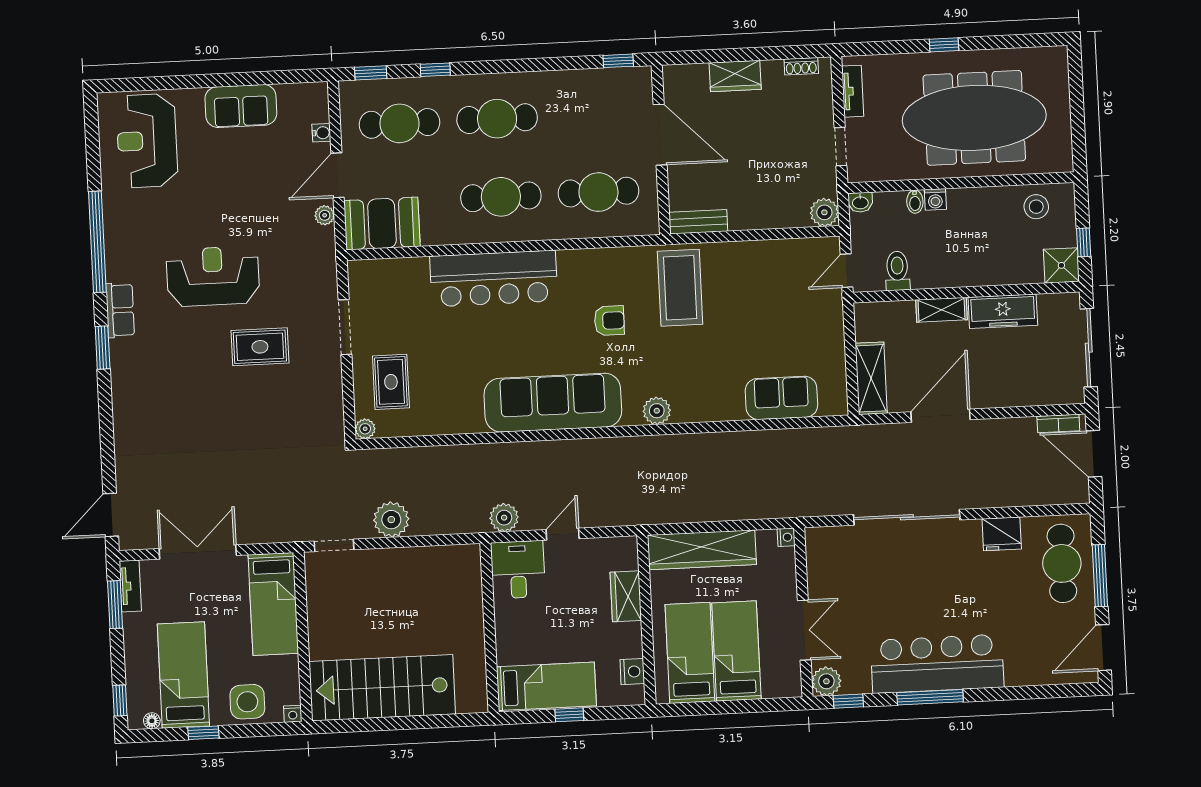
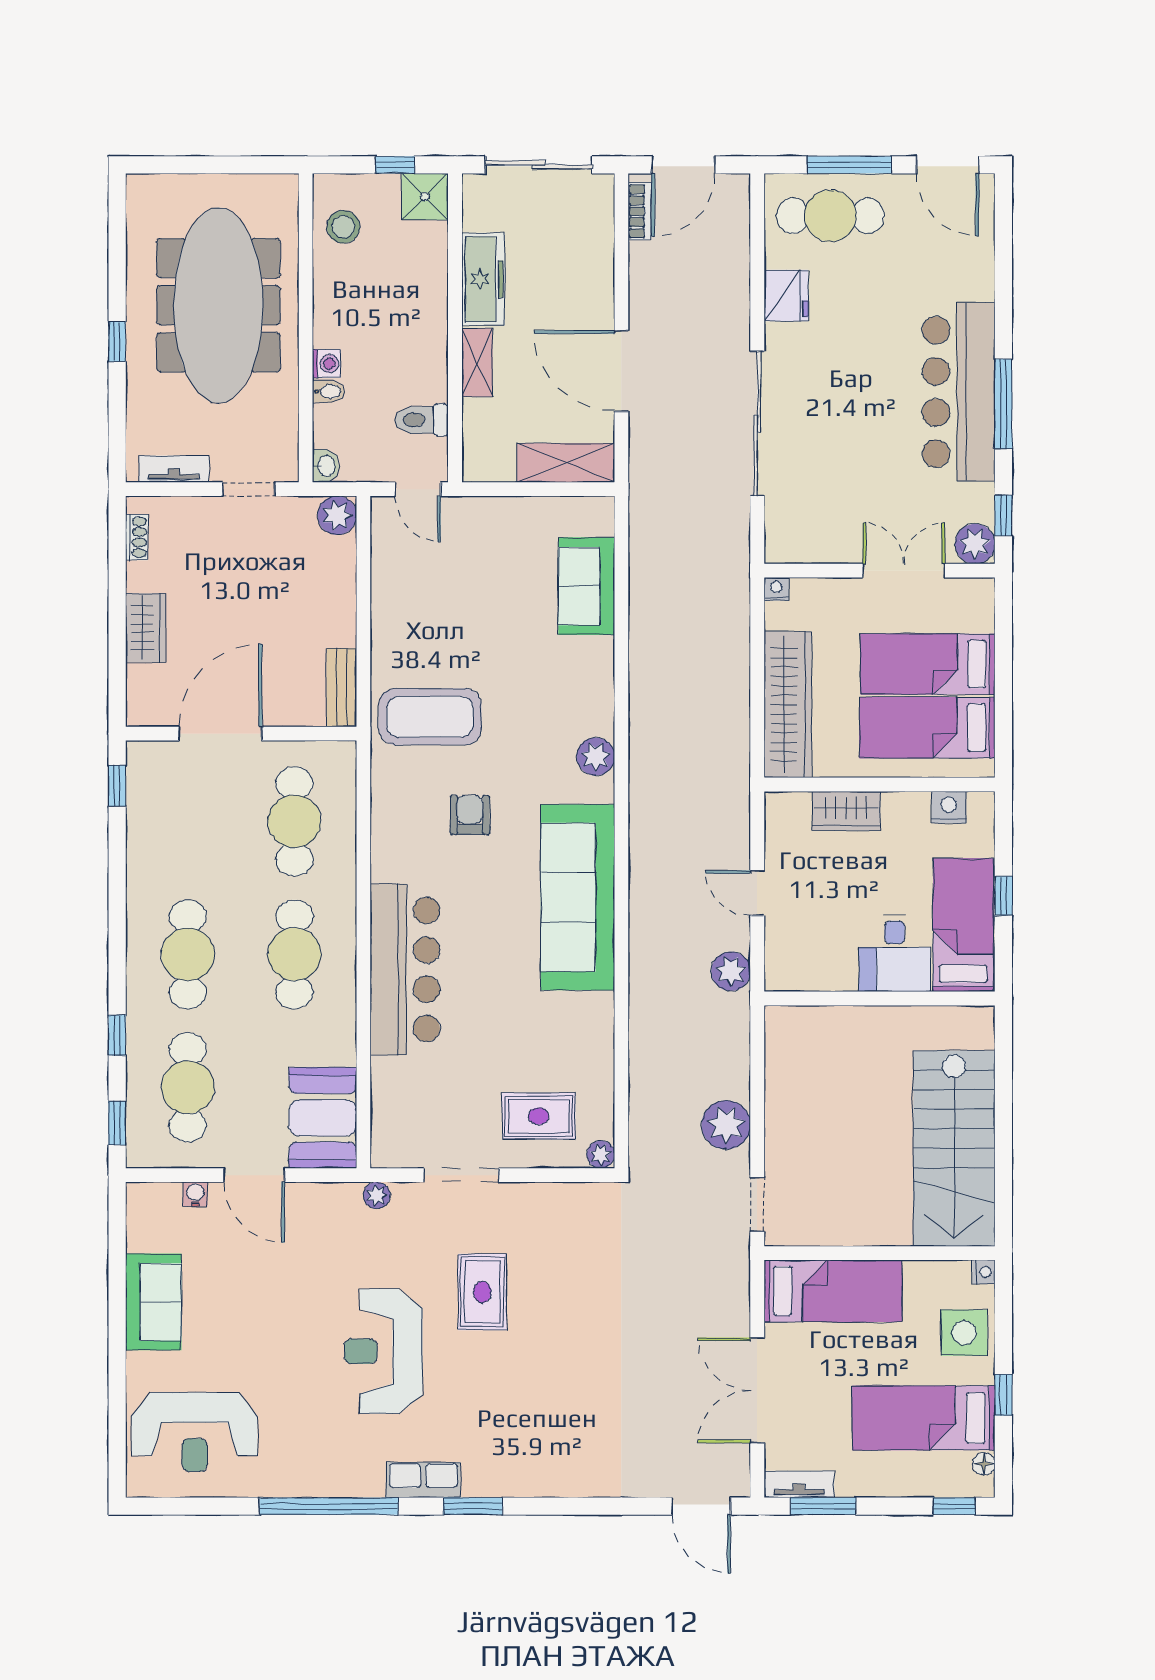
plant: (325, 215) -> (377, 1195), moved
desk: (518, 570) -> (895, 953), moved, turned -90

